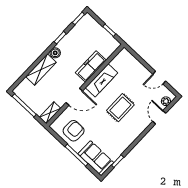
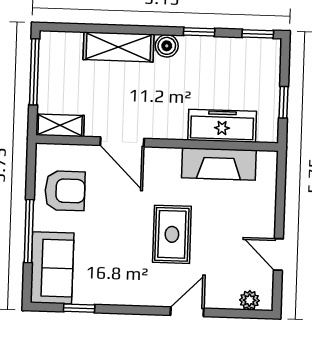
freezer: (91, 66) -> (222, 126), moved
fireplace: (102, 80) -> (219, 164), moved
rug: (120, 108) -> (172, 234), turned 90
door: (159, 117) -> (187, 312), moved

